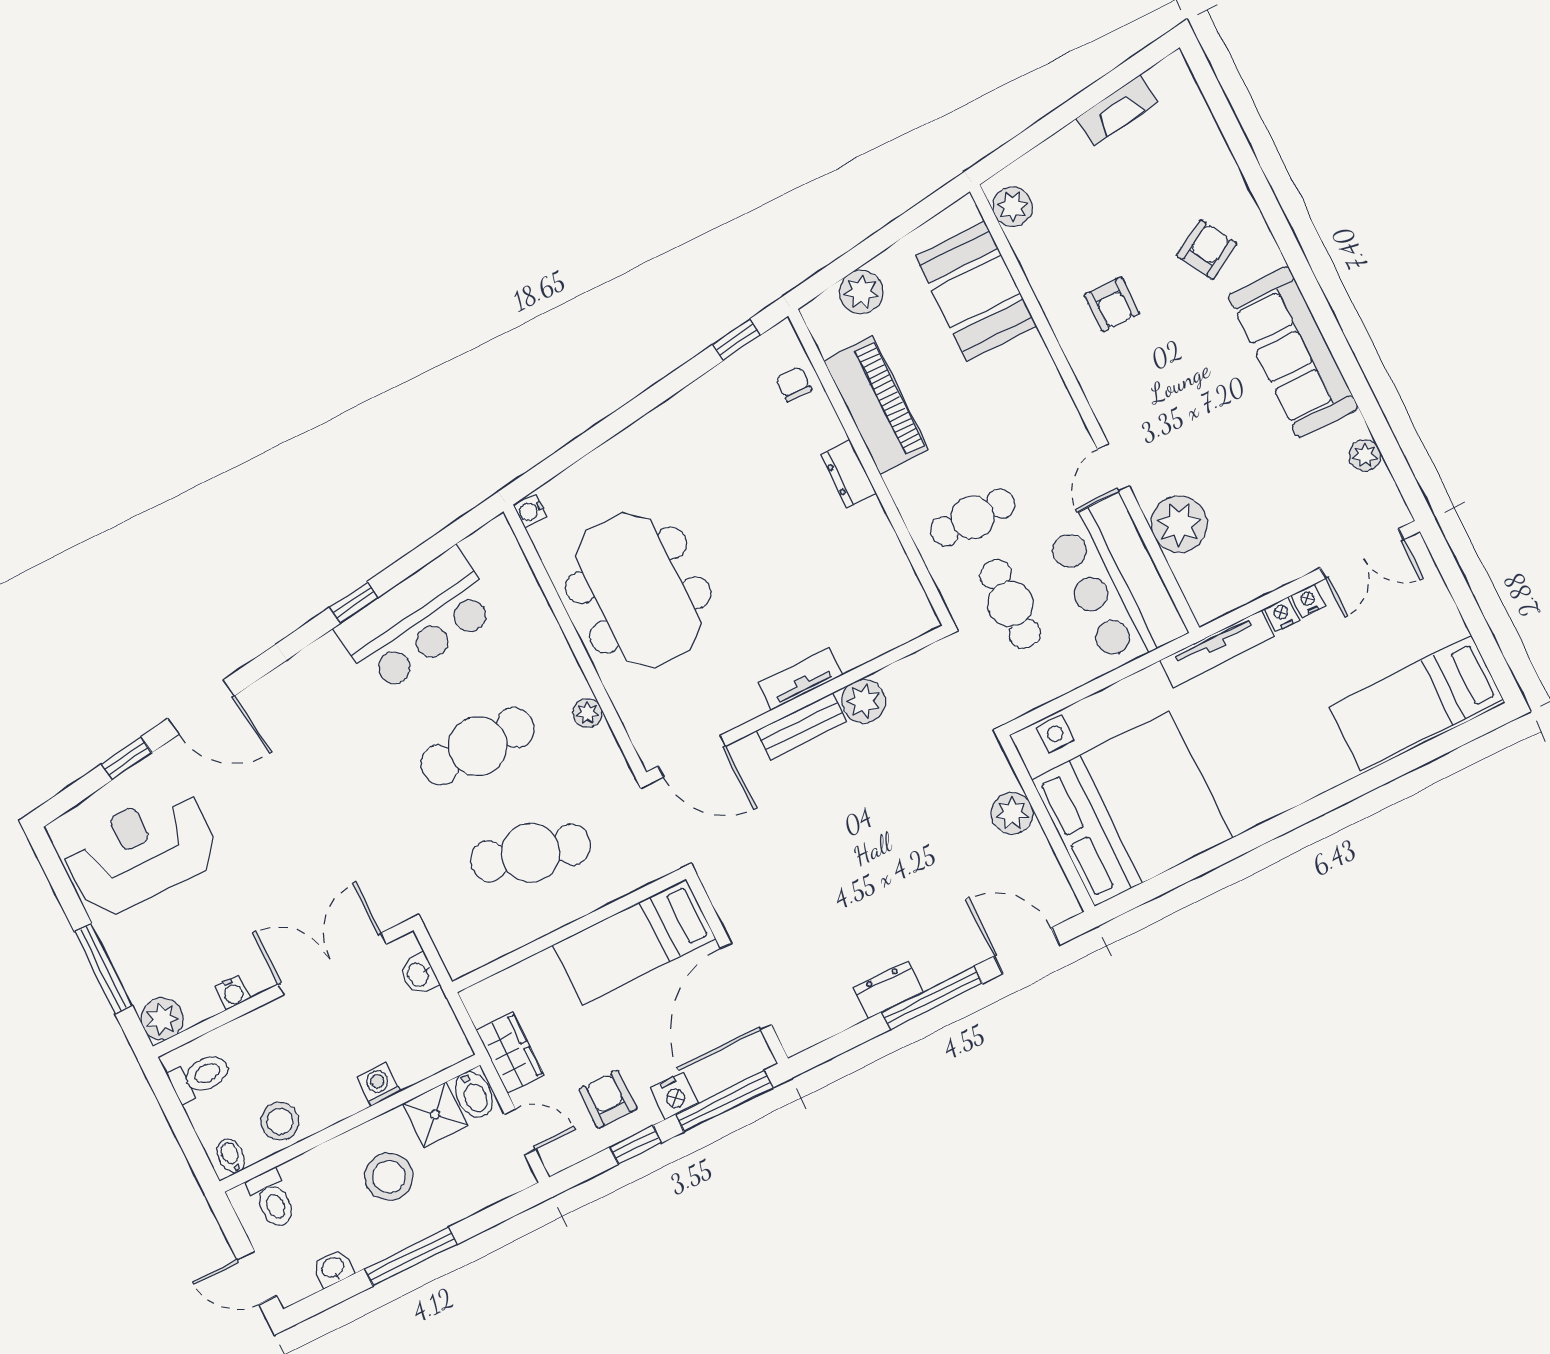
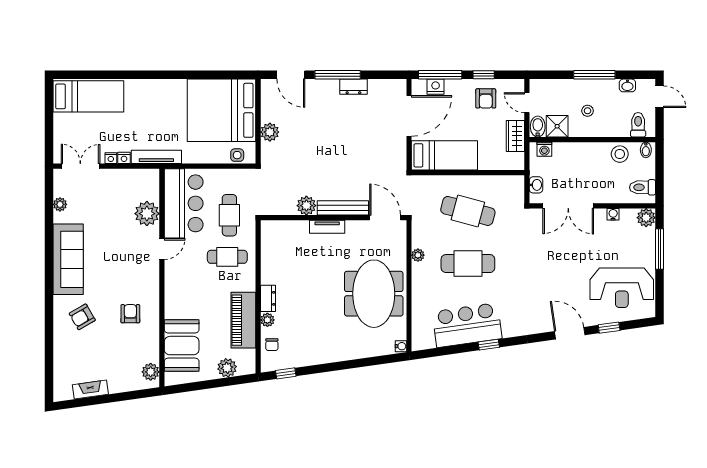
plant: (828, 430) -> (267, 320), added
bench: (801, 726) -> (343, 208), width x1.36
washing machine: (379, 1084) -> (544, 149), moved
nightstand: (674, 1096) -> (436, 87), moved
stool: (389, 1177) -> (588, 111), width x0.53, depth x0.53

